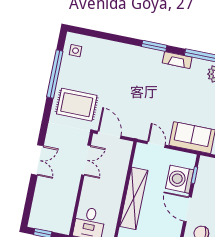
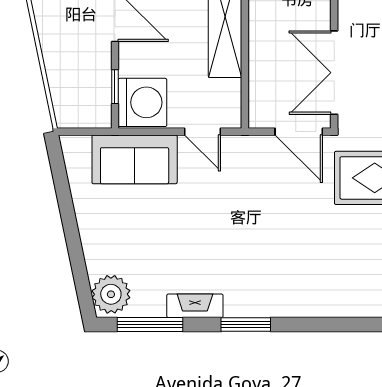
double door: (86, 160) -> (334, 73), width x1.37
washing machine: (180, 179) -> (142, 102), moved

